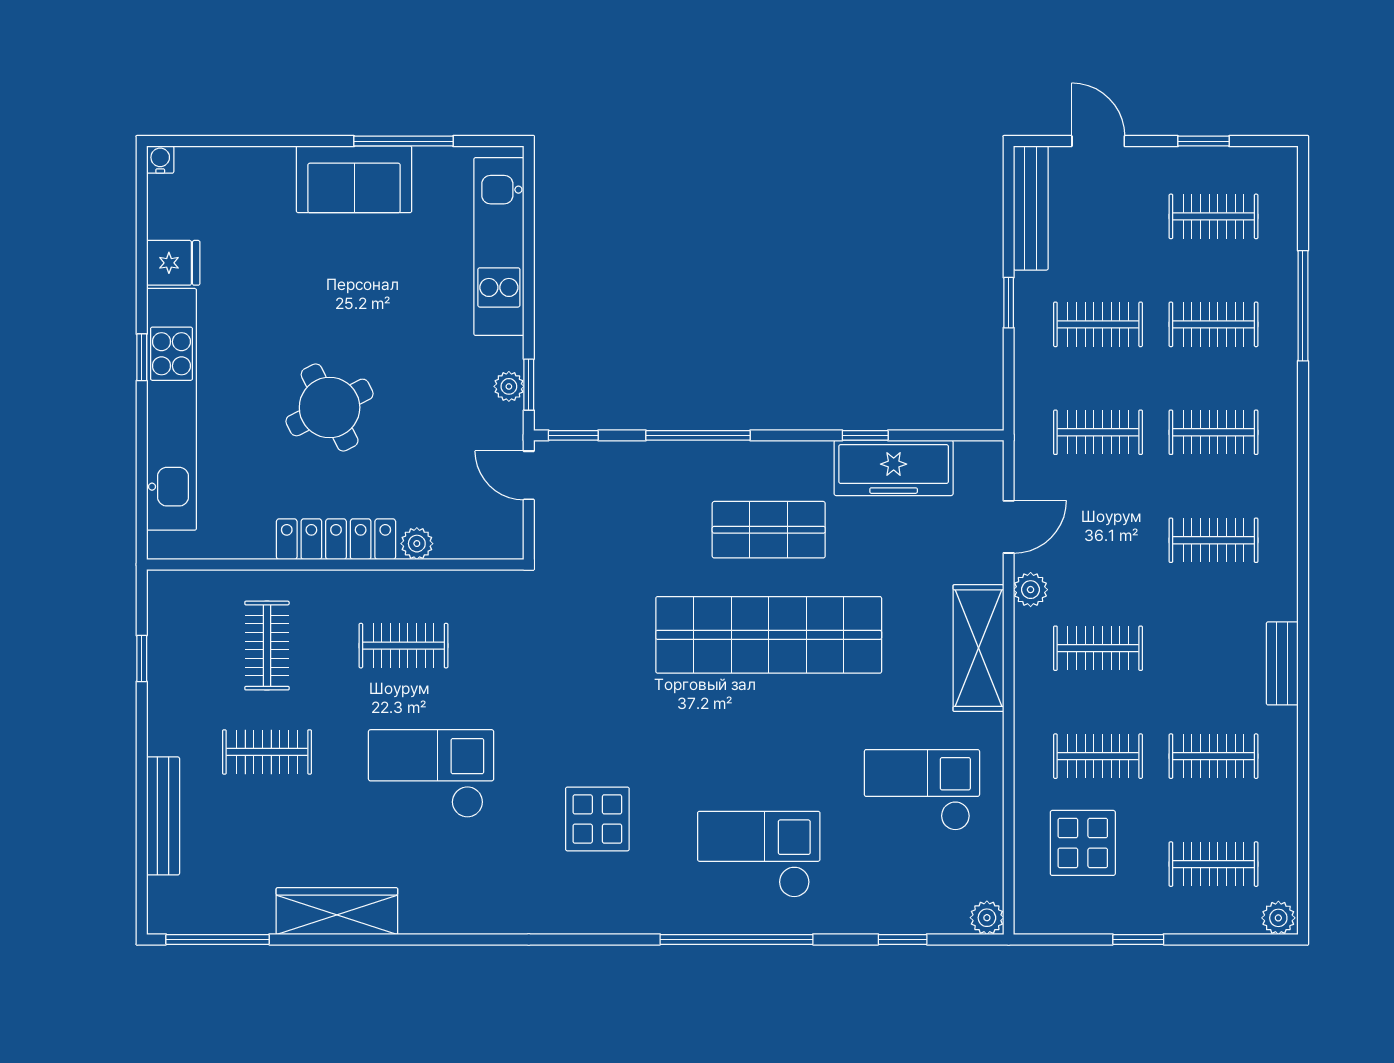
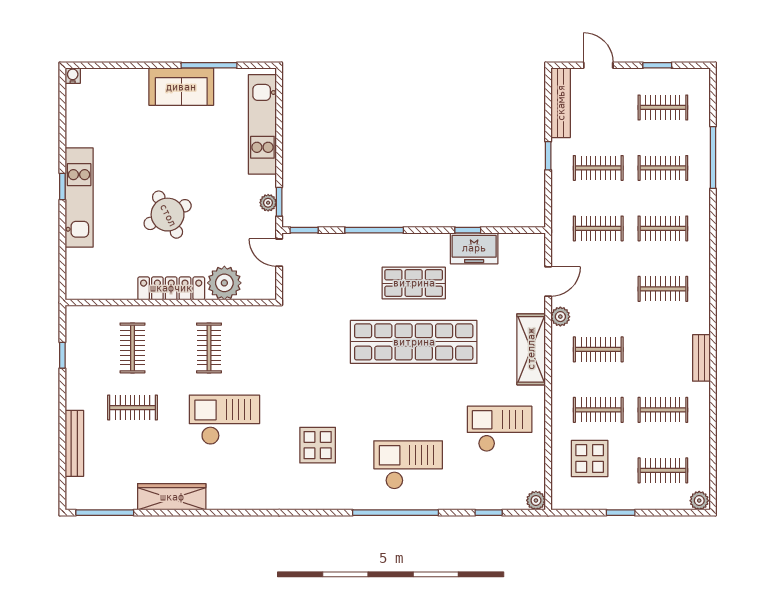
fridge: (173, 263) -> (80, 133), removed
kitchen unit: (171, 409) -> (79, 197), width x0.73
freezer: (894, 468) -> (474, 248), width x0.71
plant: (417, 544) -> (224, 283), width x1.87, depth x1.87
clothes rail: (403, 646) -> (209, 348), turned 90

